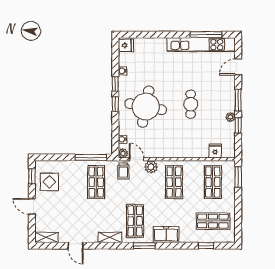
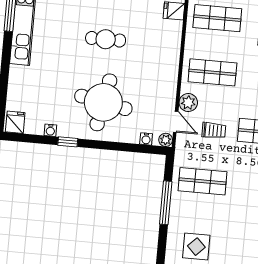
window: (115, 104) -> (96, 144), removed
window: (91, 157) -> (166, 203), moved
door: (137, 159) -> (176, 122), swing flipped
trolley: (123, 171) -> (214, 130), moved

